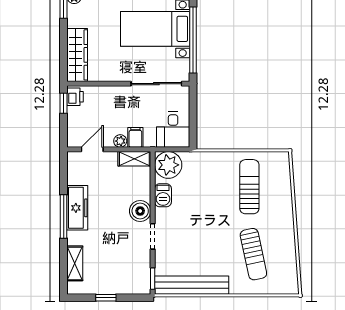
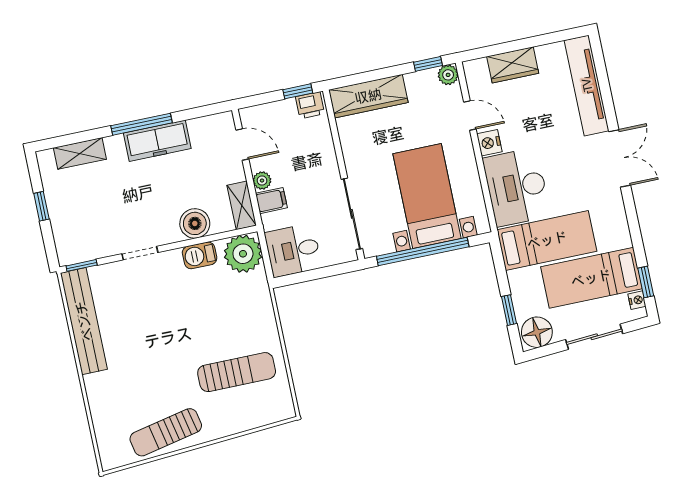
boiler: (140, 211) -> (195, 223), moved
sun lounger: (253, 254) -> (166, 432), moved

